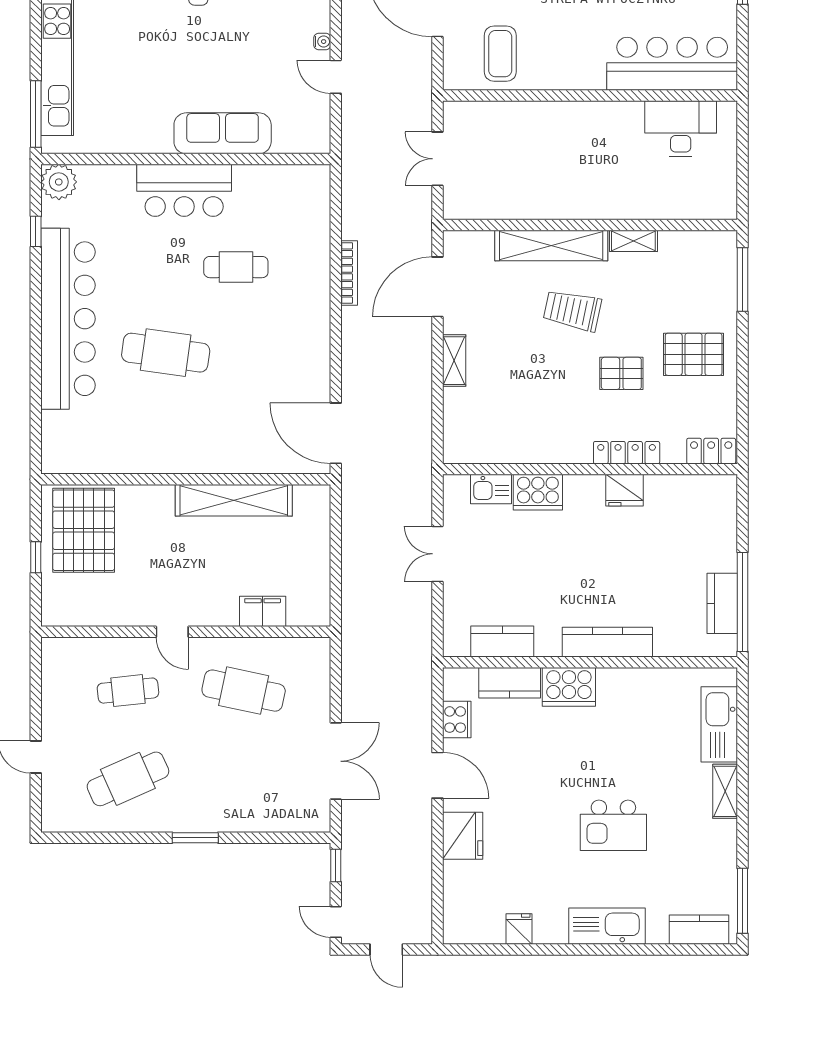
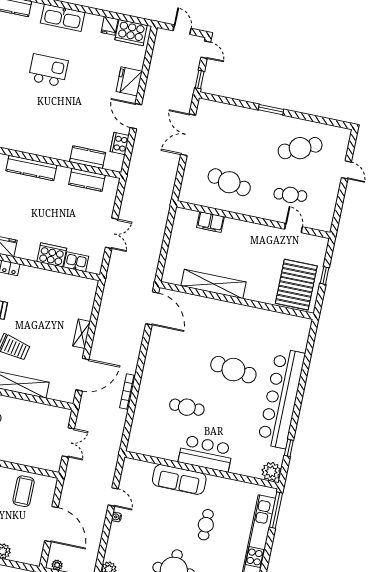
cafe table: (157, 61) -> (206, 525), added
door: (172, 632) -> (293, 228), moved
cooker: (569, 687) -> (131, 33), moved, turned 180

